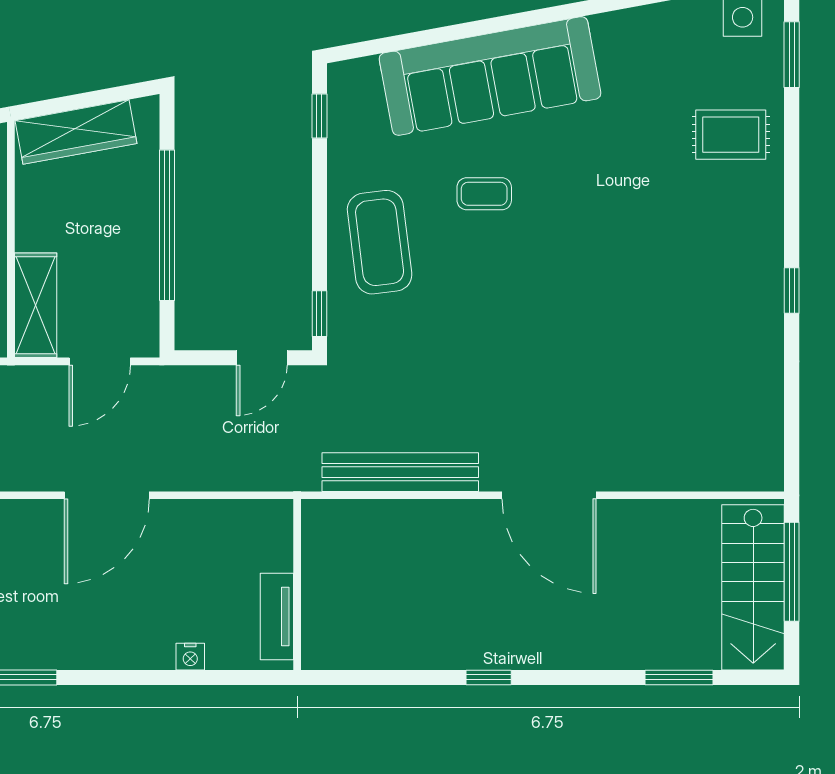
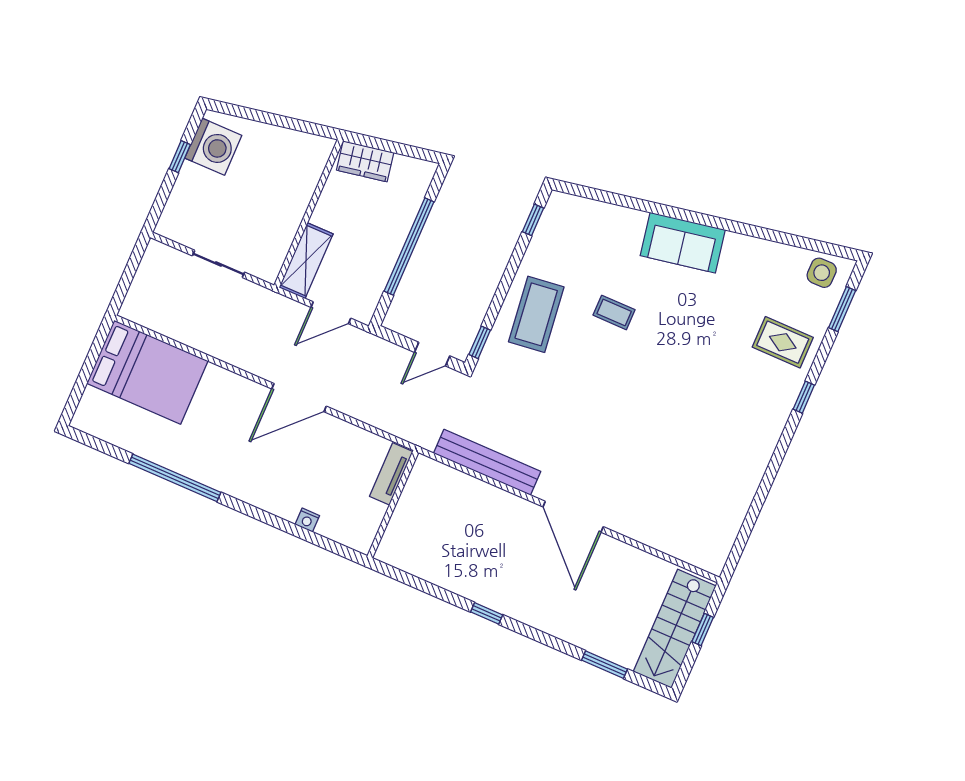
sofa: (490, 76) -> (683, 243), width x0.54, depth x0.79
wardrobe: (76, 132) -> (365, 161), width x0.67
window: (792, 291) -> (804, 397), moved
window: (792, 572) -> (703, 629), width x0.46
tv unit: (277, 617) -> (391, 474), moved

